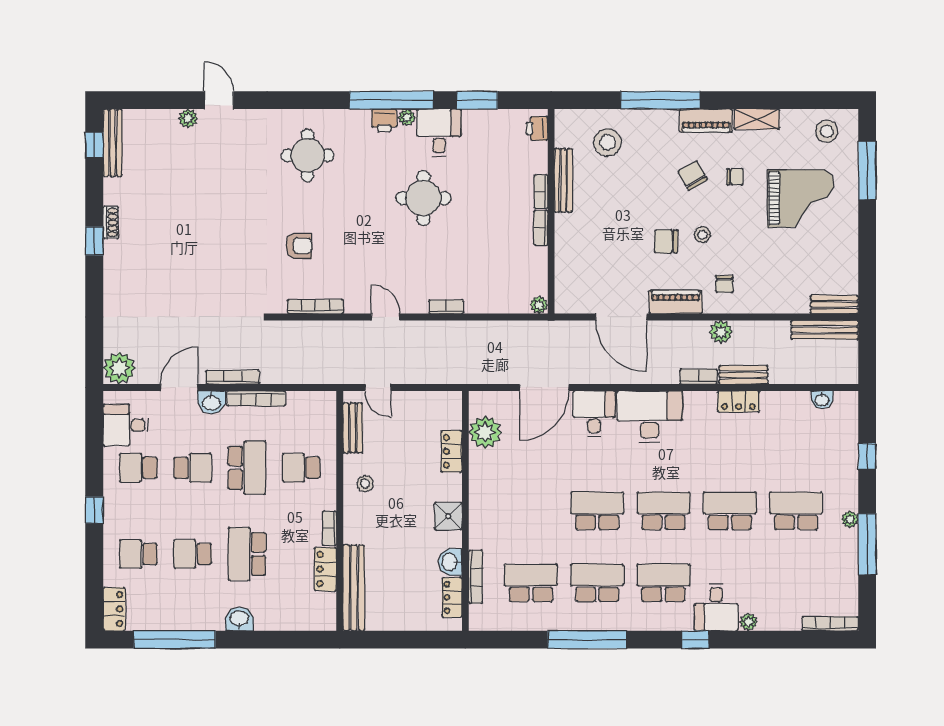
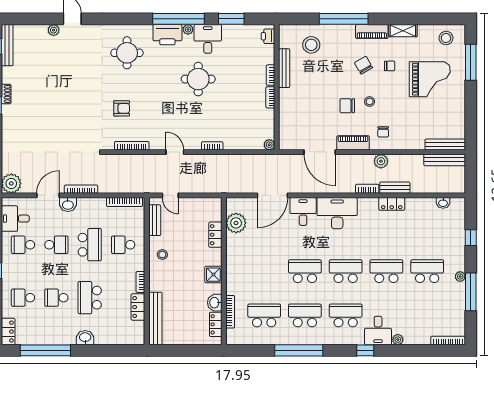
printer: (384, 120) -> (167, 35), width x1.87, depth x1.48
bench: (834, 305) -> (445, 144), width x1.36
bookcase: (256, 398) -> (124, 202), moved

